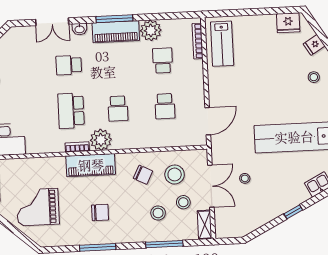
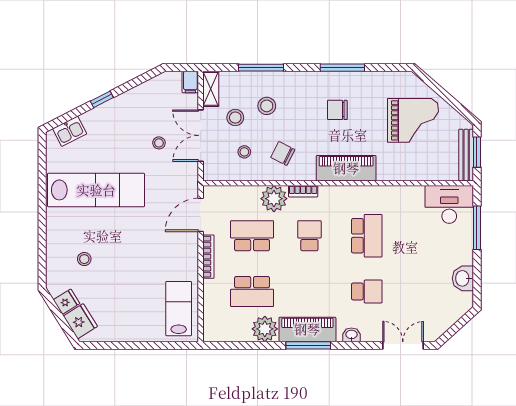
double door: (52, 22) -> (403, 345), moved
fridge: (288, 23) -> (80, 321), moved, turned 58
bookcase: (198, 41) -> (208, 257), moved
school desk: (163, 61) -> (252, 291), width x1.85
stool: (314, 77) -> (84, 259), moved
school desk: (165, 106) -> (252, 236), width x1.85
plant: (101, 140) -> (274, 199), moved
bookcase: (77, 147) -> (303, 191), moved
stool: (175, 174) -> (244, 152), width x0.53, depth x0.53
filing cabinet: (222, 230) -> (190, 82), added

